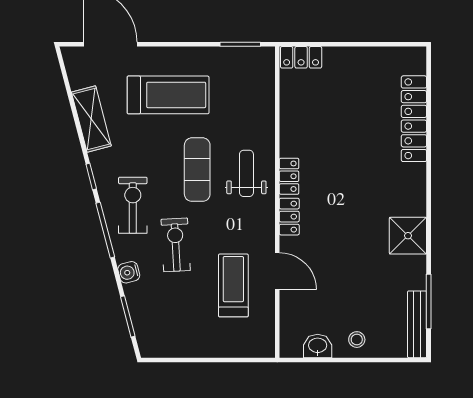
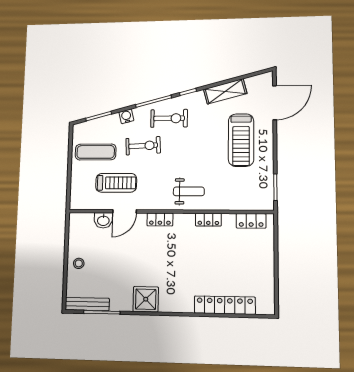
locker: (301, 57) -> (251, 221), moved, turned -90
exercise mat: (197, 170) -> (96, 152), moved
locker: (289, 176) -> (208, 220), moved
washbasin: (318, 346) -> (103, 220), moved, turned 90

